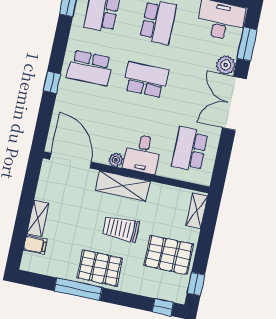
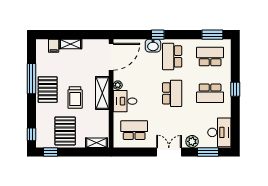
washbasin: (67, 93) -> (153, 46), added
double door: (234, 103) -> (169, 152), width x0.73
trolley: (121, 229) -> (75, 98), turned 180

